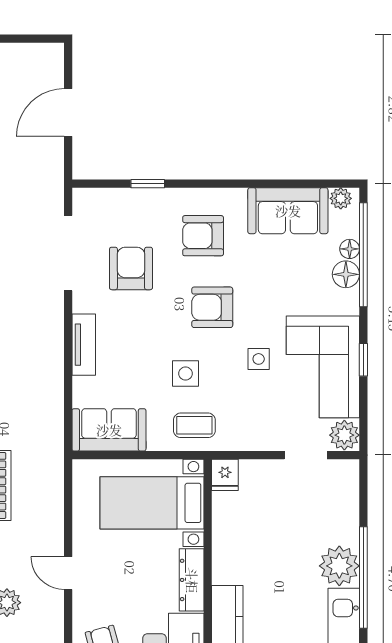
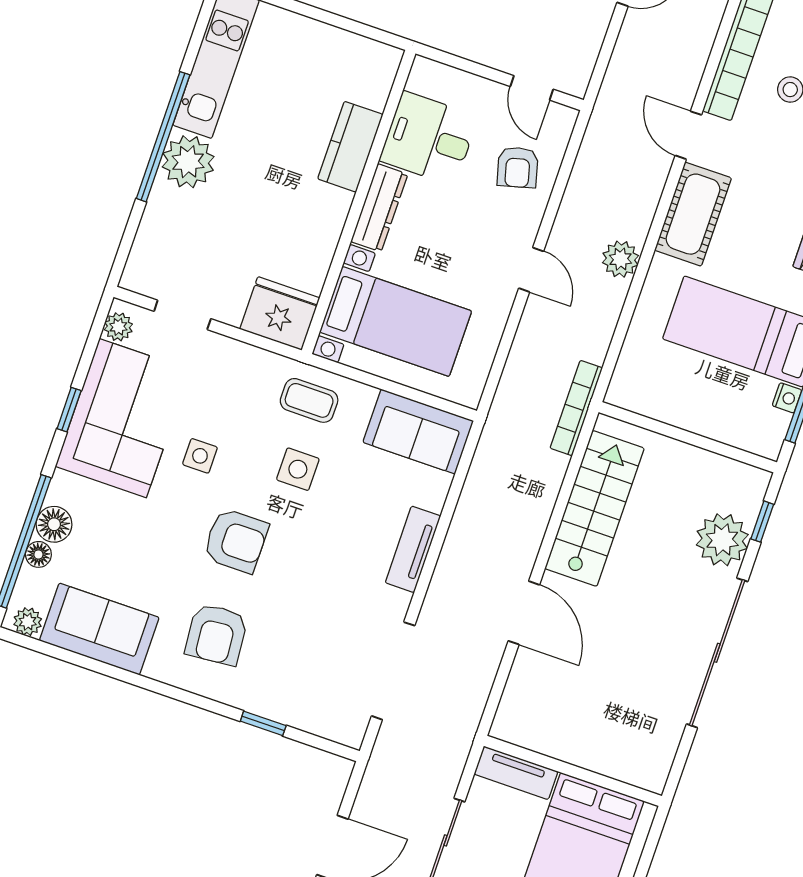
armchair: (203, 236) -> (216, 634), turned 85
armchair: (131, 268) -> (321, 624), removed
plant: (344, 435) -> (118, 327), width x0.73, depth x0.73
fridge: (225, 475) -> (280, 313), width x1.88, depth x1.34

